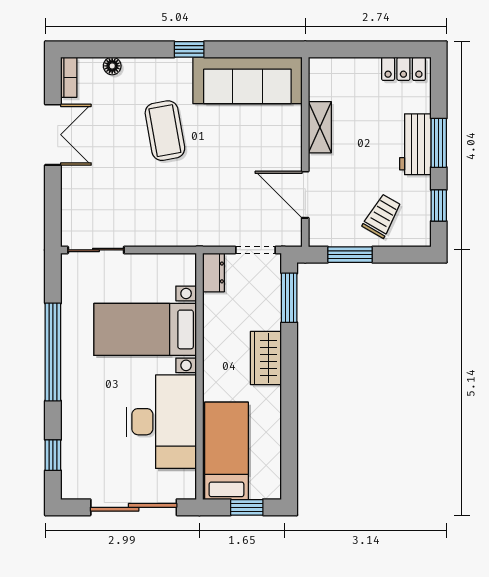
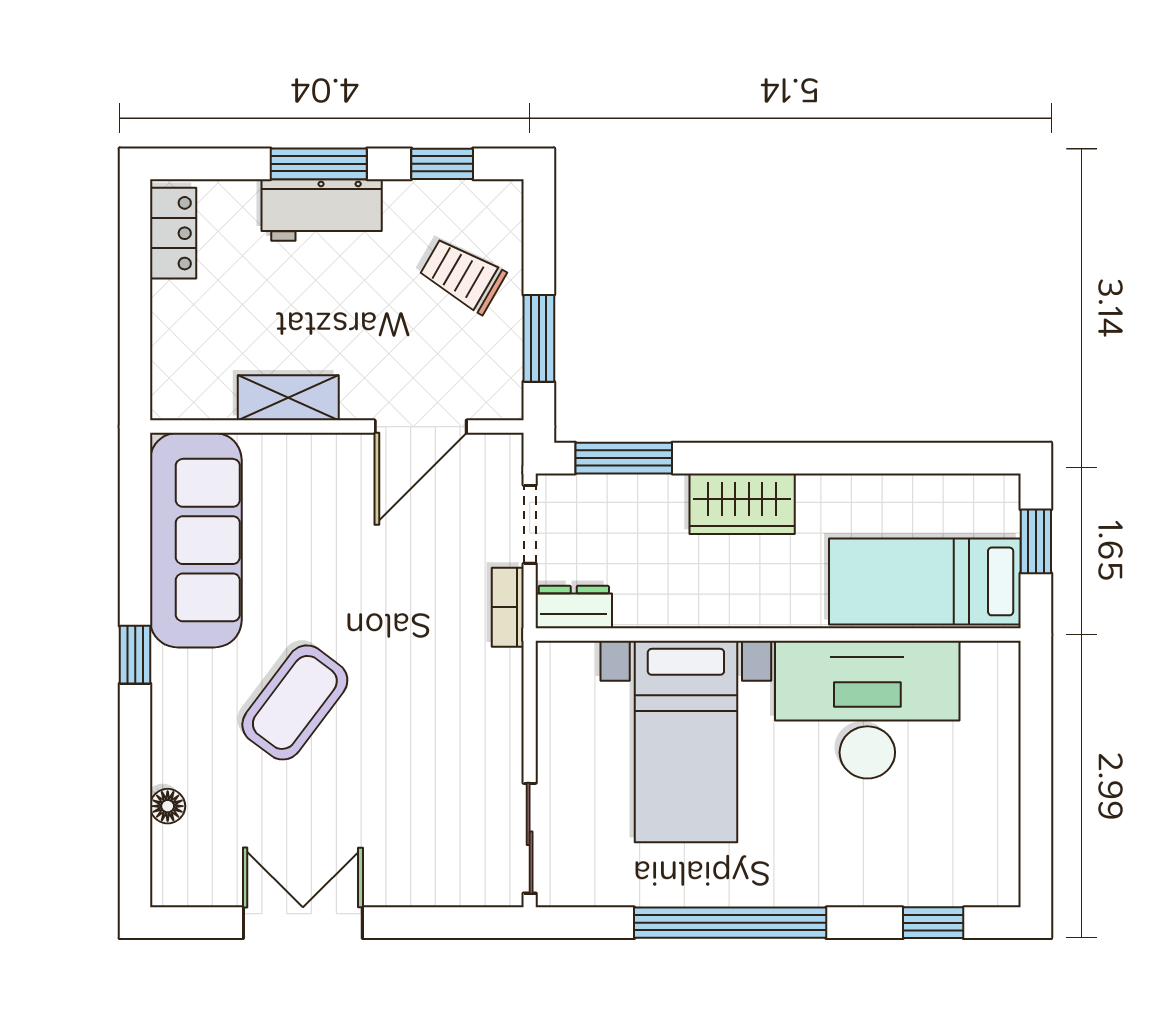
bookcase: (69, 77) -> (508, 607), moved, turned -90
coffee table: (165, 131) -> (295, 702), turned -43
sliding door: (134, 507) -> (1036, 764), removed

